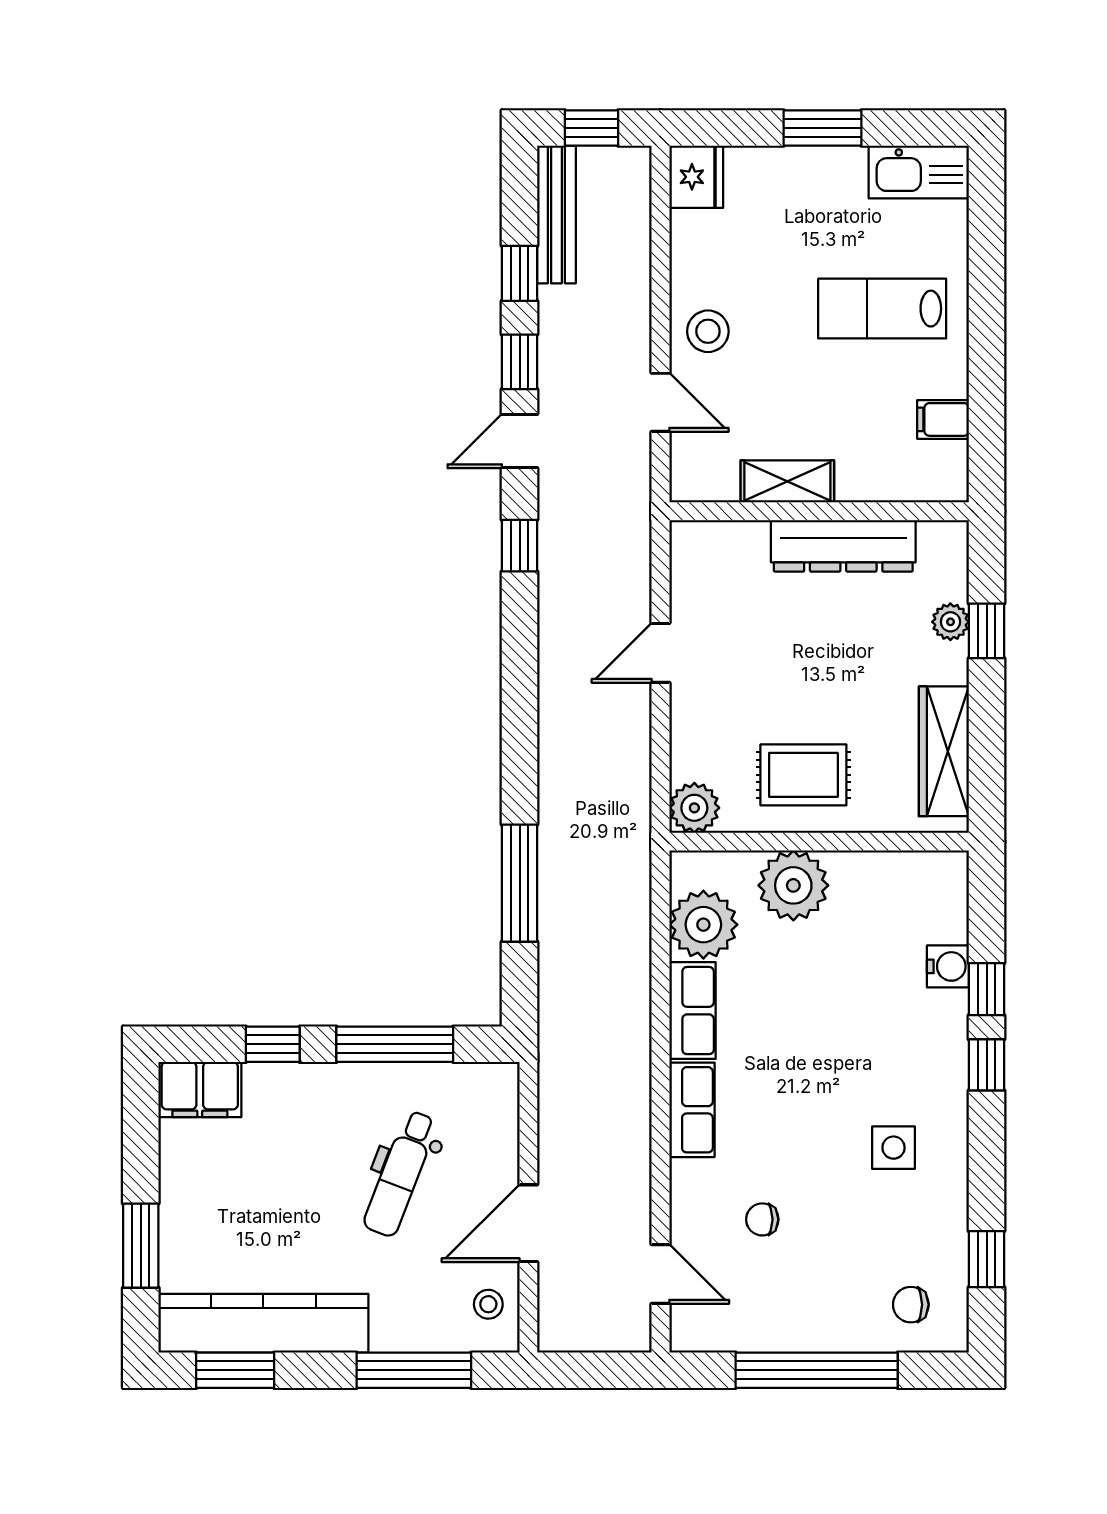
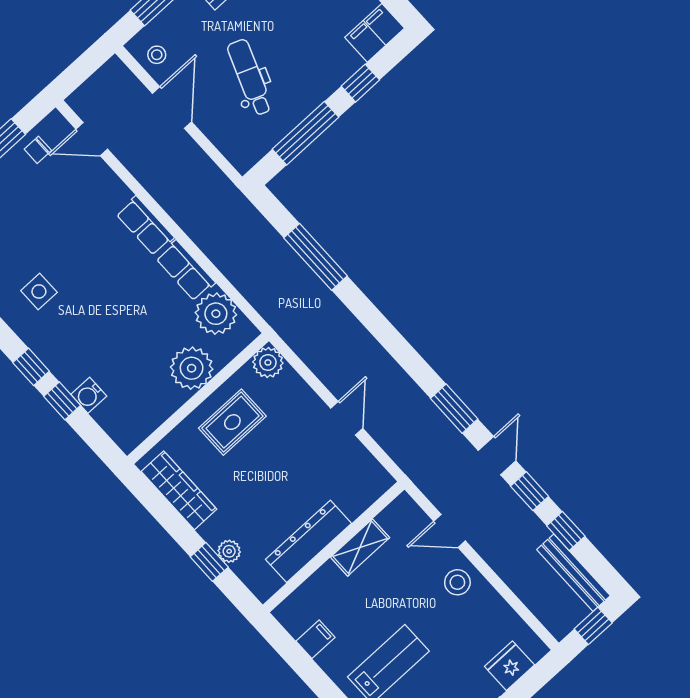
fridge: (696, 177) -> (509, 666), moved, turned 90
window: (520, 546) -> (454, 409), width x1.50
chair: (762, 1219) -> (38, 150), moved, turned 180

